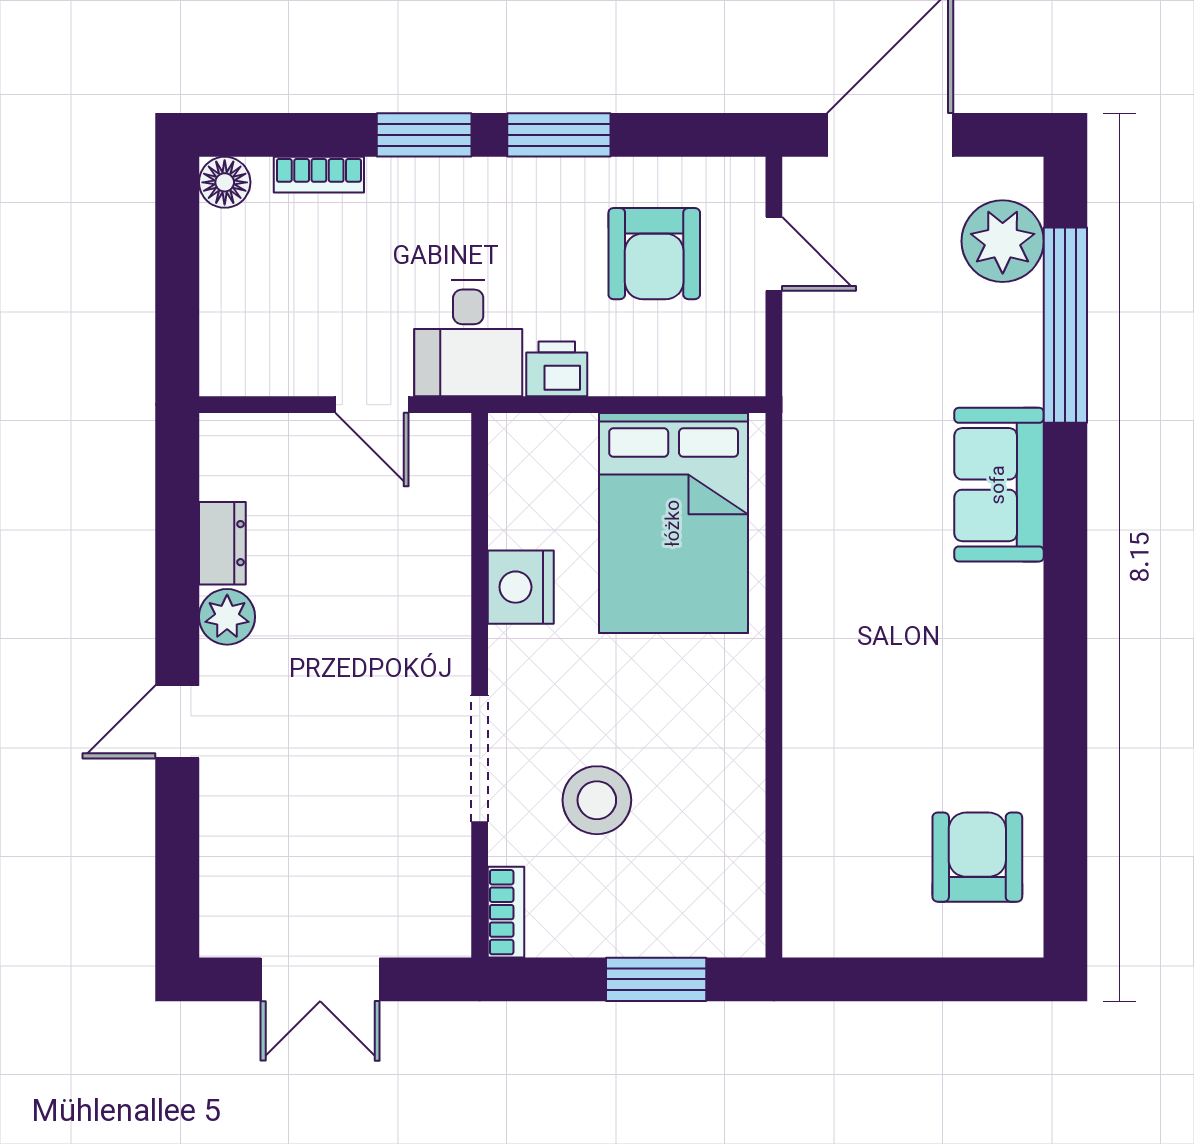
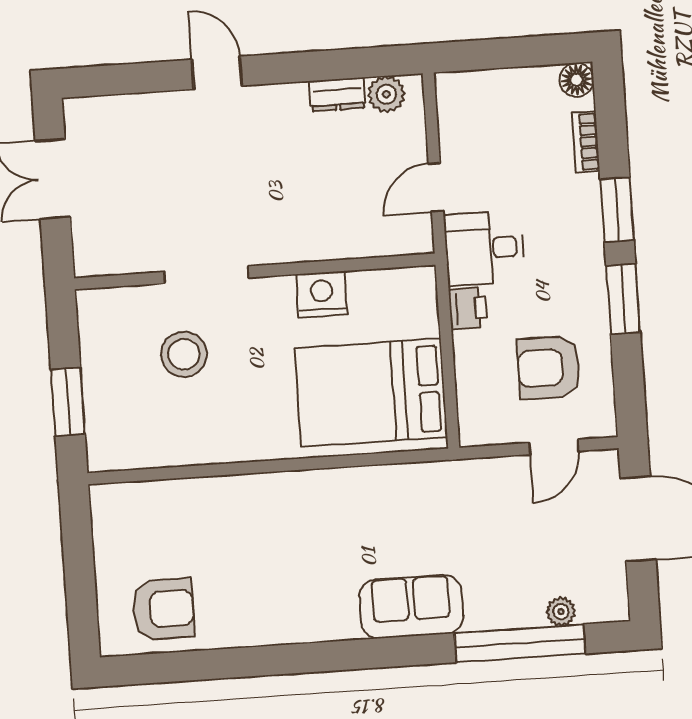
plant: (1003, 241) -> (561, 611), width x0.53, depth x0.53
plant: (227, 617) -> (386, 94), moved
bookcase: (506, 912) -> (106, 299), removed

